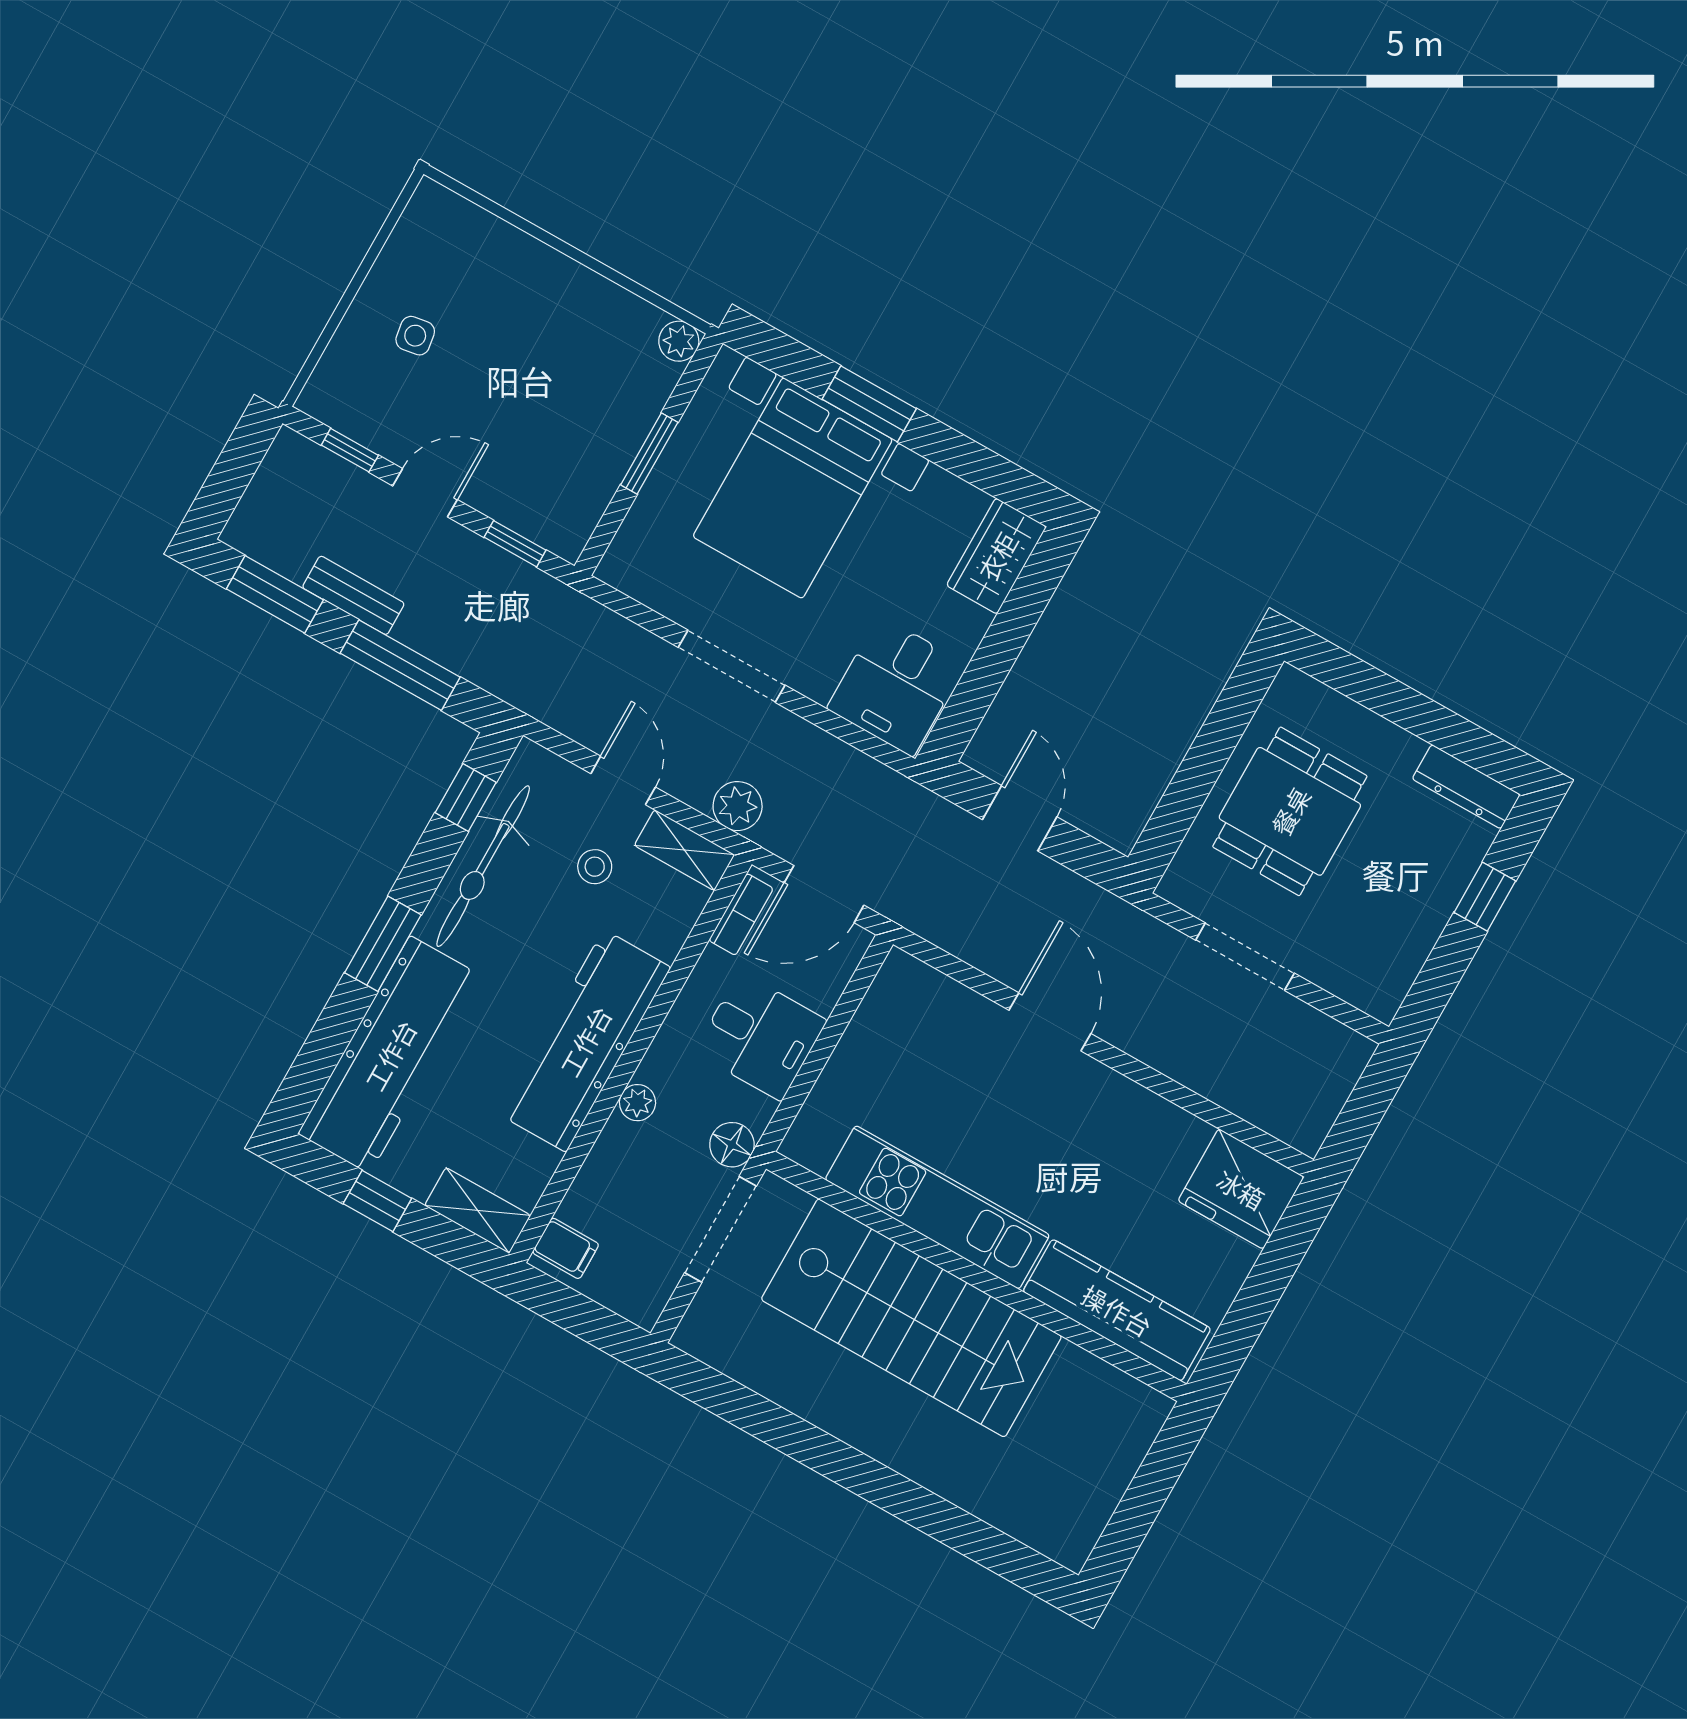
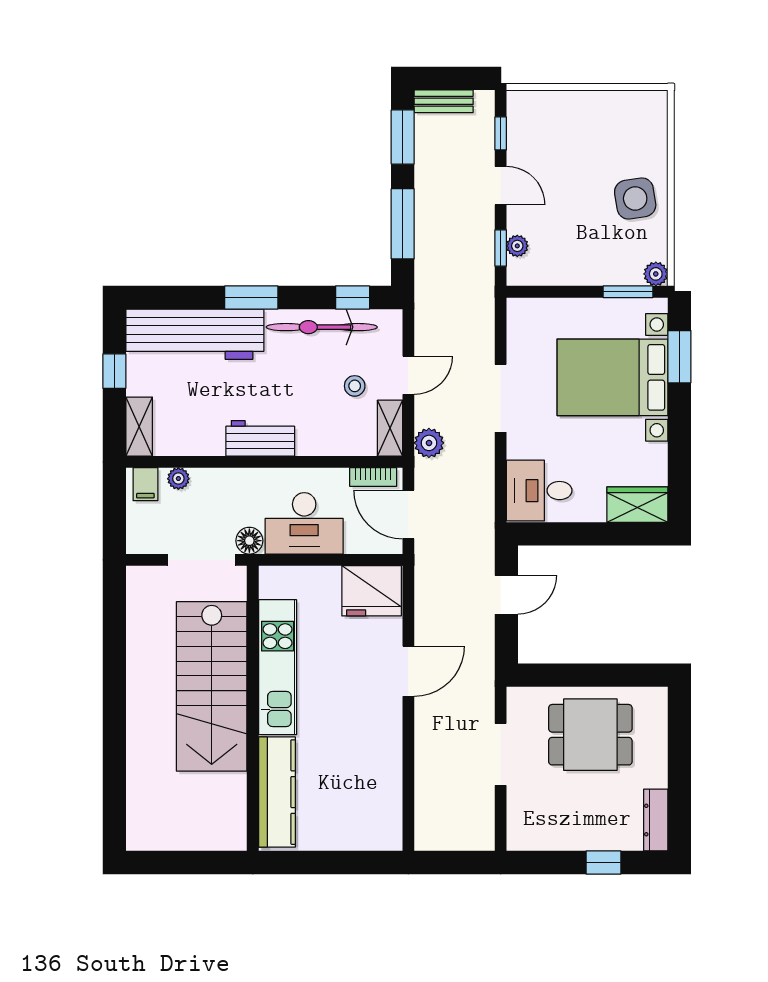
side table: (415, 336) -> (635, 198), moved, width x1.87, depth x1.87
window: (869, 404) -> (679, 357), moved
window: (649, 454) -> (628, 292), moved
plant: (525, 518) -> (517, 246), added
bench: (353, 595) -> (444, 101), moved, turned 90
desk: (760, 1036) -> (304, 523), width x1.37
workbench: (585, 1041) -> (260, 438), width x0.53, depth x0.76
plant: (637, 1103) -> (178, 479), moved
fridge: (1241, 1189) -> (372, 591), moved, turned -90

